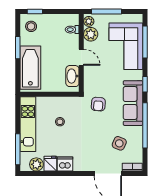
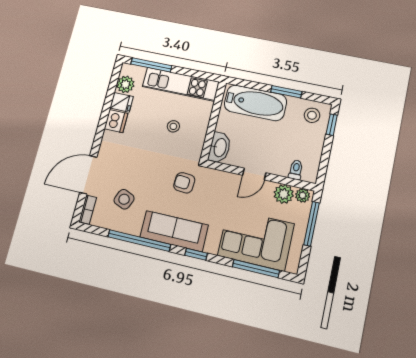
washbasin: (72, 76) -> (220, 147), moved, turned 90

